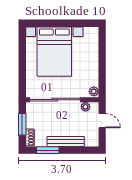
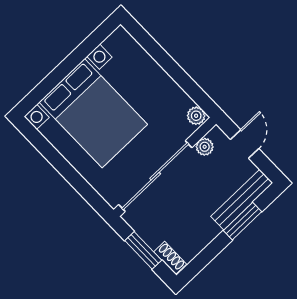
door: (102, 121) -> (245, 144), hinge flipped
bench: (66, 141) -> (242, 200), moved
window: (48, 150) -> (242, 221), moved

